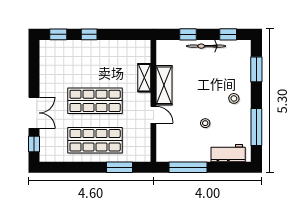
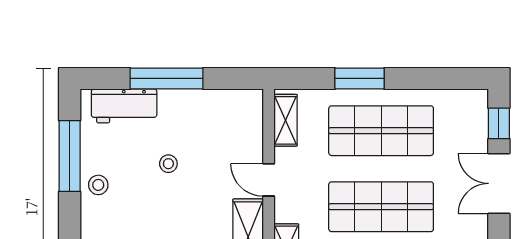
stool: (234, 98) -> (98, 185), moved
shelving: (145, 146) -> (285, 120), added
window: (119, 167) -> (359, 78), moved
window: (188, 167) -> (167, 78), moved

